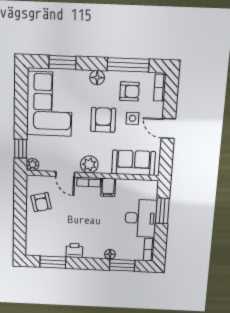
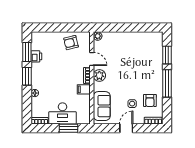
window: (128, 65) -> (167, 83), moved
floor lamp: (97, 78) -> (158, 78), removed
corner sofa: (50, 104) -> (139, 47), removed
armchair: (103, 120) -> (130, 84), removed
window: (21, 149) -> (108, 28), removed
door: (65, 174) -> (92, 59), swing flipped
printer: (74, 251) -> (36, 56), moved
window: (122, 265) -> (27, 76), moved

